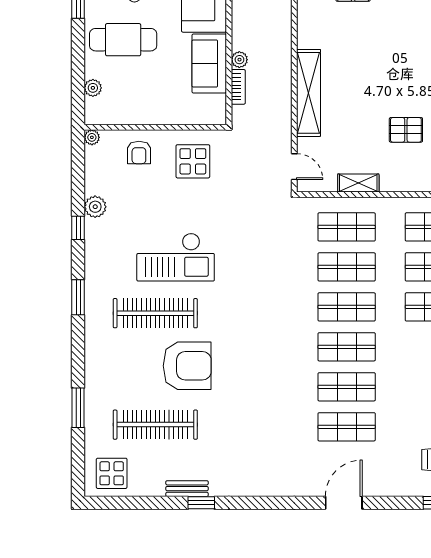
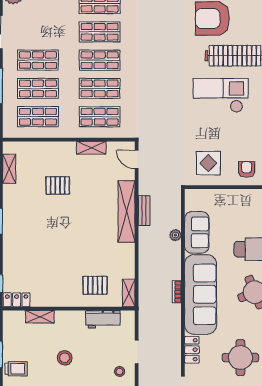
bookcase: (238, 87) -> (176, 216), removed
bench: (284, 94) -> (144, 211), added

